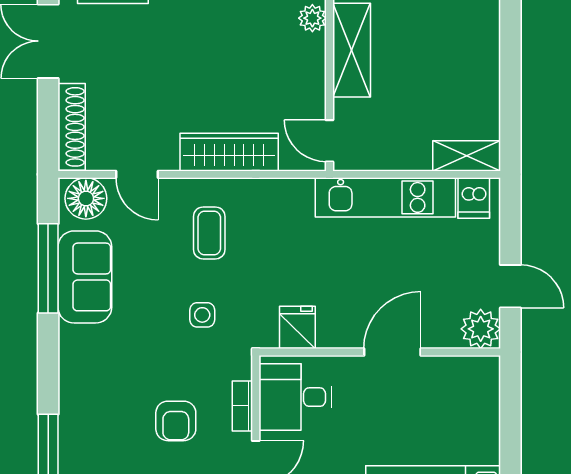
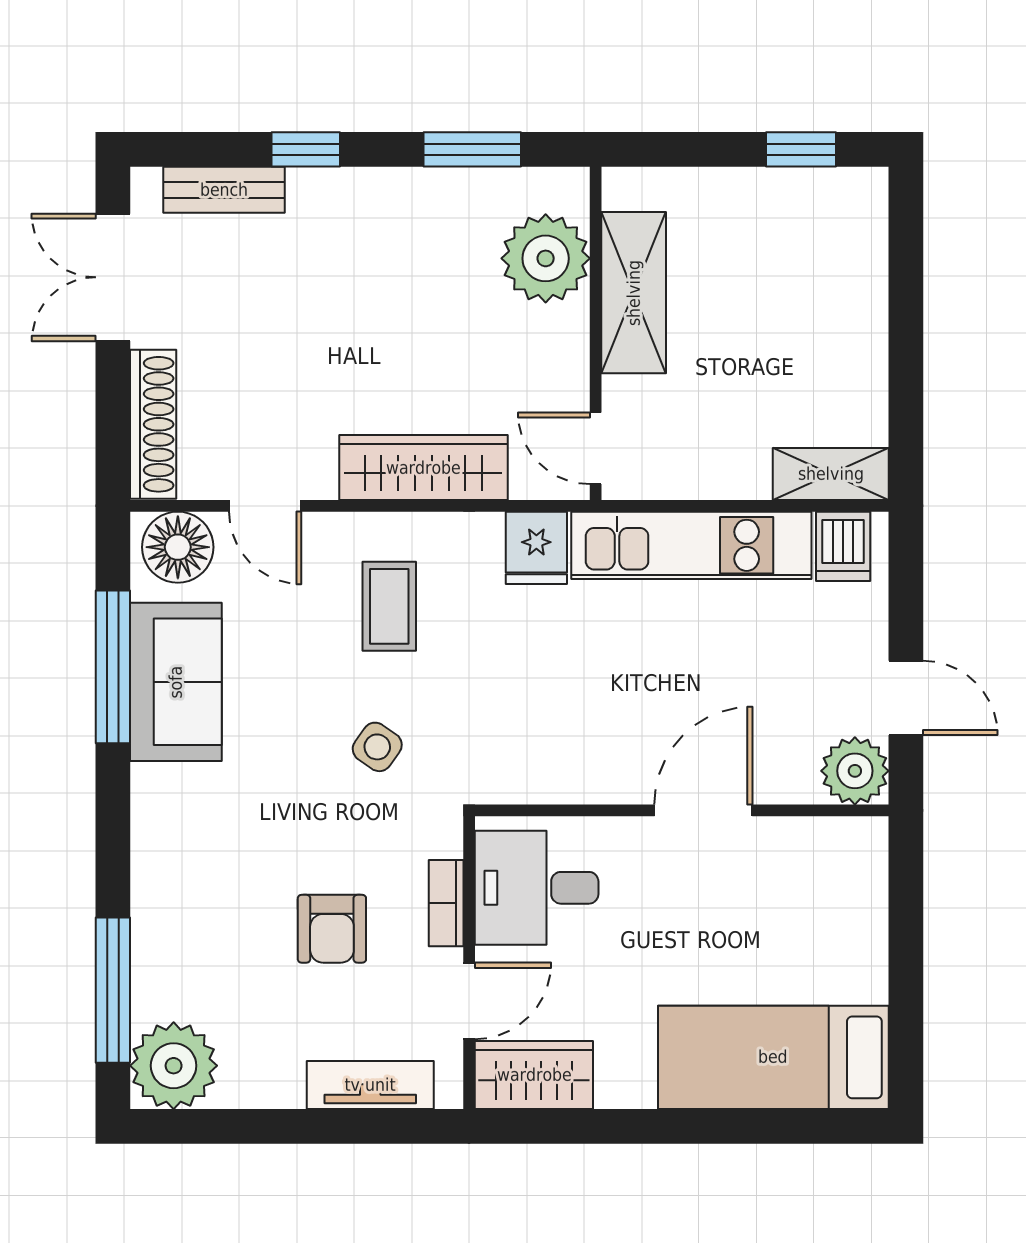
plant: (312, 18) -> (546, 258), width x1.87, depth x1.87
side table: (202, 315) -> (377, 747), turned 35
fridge: (297, 327) -> (536, 548), moved, turned 180

